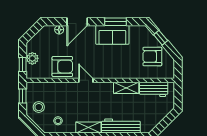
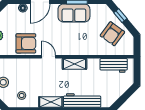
armchair: (152, 57) -> (112, 34), turned -54
shelving: (126, 88) -> (74, 64), moved

